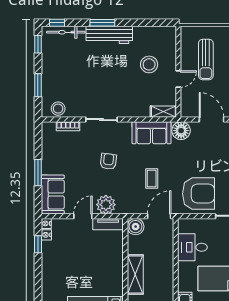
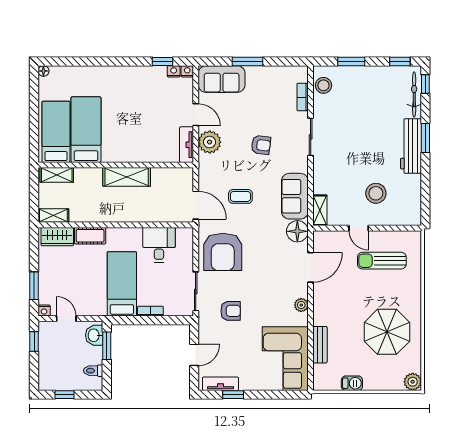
boiler: (136, 227) -> (183, 177), removed

